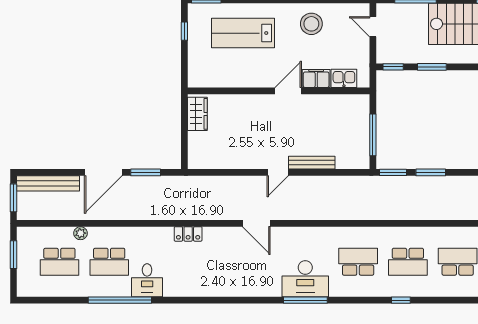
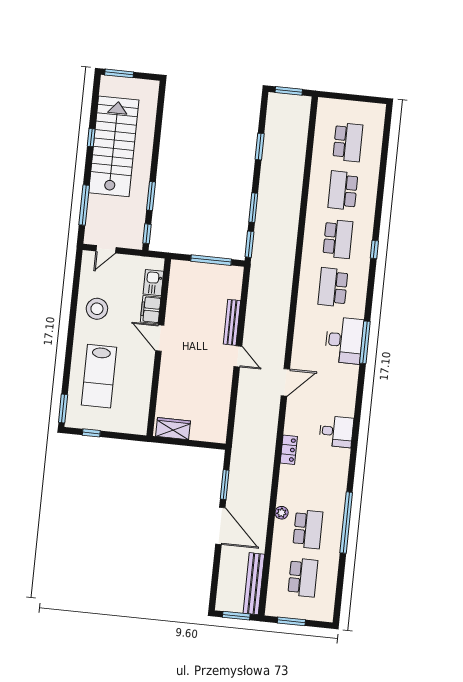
bench: (48, 183) -> (254, 584), moved
plant: (80, 233) -> (282, 513), moved
desk: (147, 280) -> (336, 431), moved

